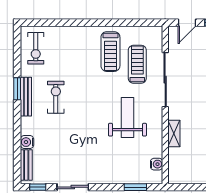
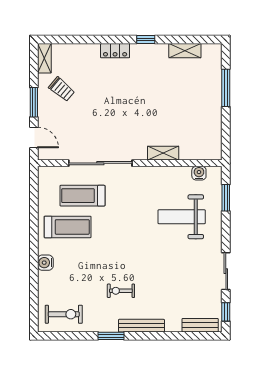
bench: (26, 97) -> (141, 326), moved
exercise bike: (56, 97) -> (121, 291), width x0.73, depth x0.72
weight bench: (127, 118) -> (182, 217), moved
water cooler: (27, 142) -> (45, 263), moved, turned 90

